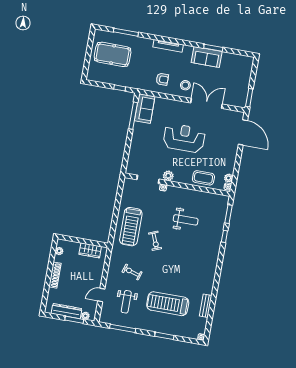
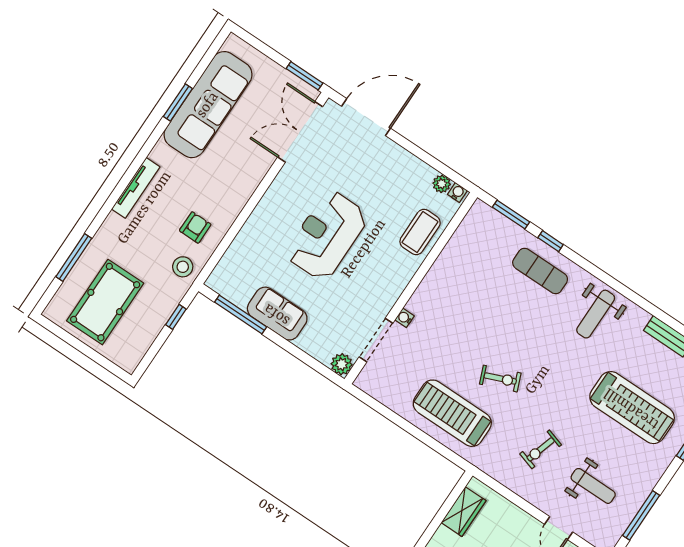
sofa: (207, 57) -> (208, 105), width x1.85, depth x1.27
stool: (185, 85) -> (183, 267), moved
double door: (206, 103) -> (300, 132), moved
sofa: (145, 109) -> (277, 314), moved
plant: (168, 176) -> (342, 364), moved
weight bench: (186, 220) -> (596, 314), moved, turned 180
treadmill: (131, 227) -> (452, 413), turned 180
exercise mat: (209, 238) -> (540, 271), added
treadmill: (168, 304) -> (632, 408), turned -90

